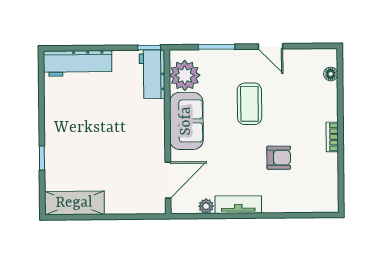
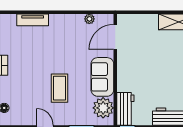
armchair: (279, 158) -> (40, 51), removed
tv unit: (238, 205) -> (33, 20), moved

